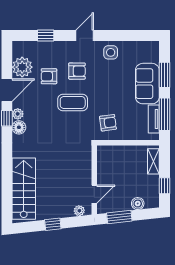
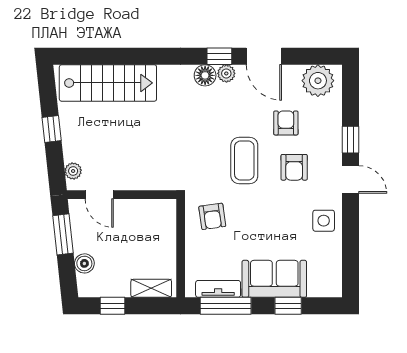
window: (46, 35) -> (350, 140), moved
plant: (22, 67) -> (318, 81), moved
window: (164, 75) -> (288, 306), width x0.67

